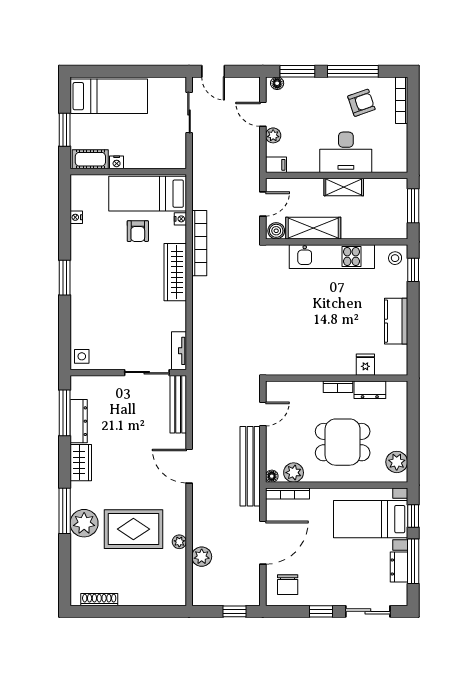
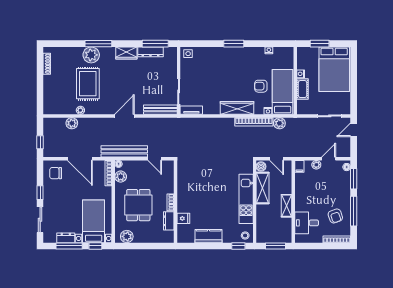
bed: (109, 96) -> (334, 69), width x1.50
desk: (346, 152) -> (307, 223), moved, width x0.73
cot: (90, 159) -> (303, 89), moved
plant: (202, 199) -> (279, 123), added

